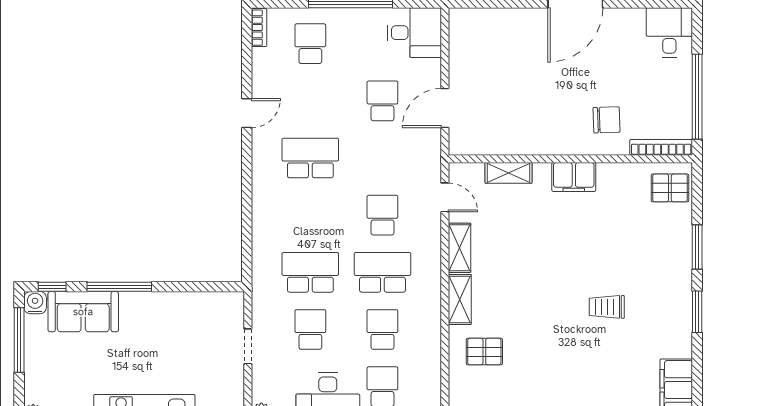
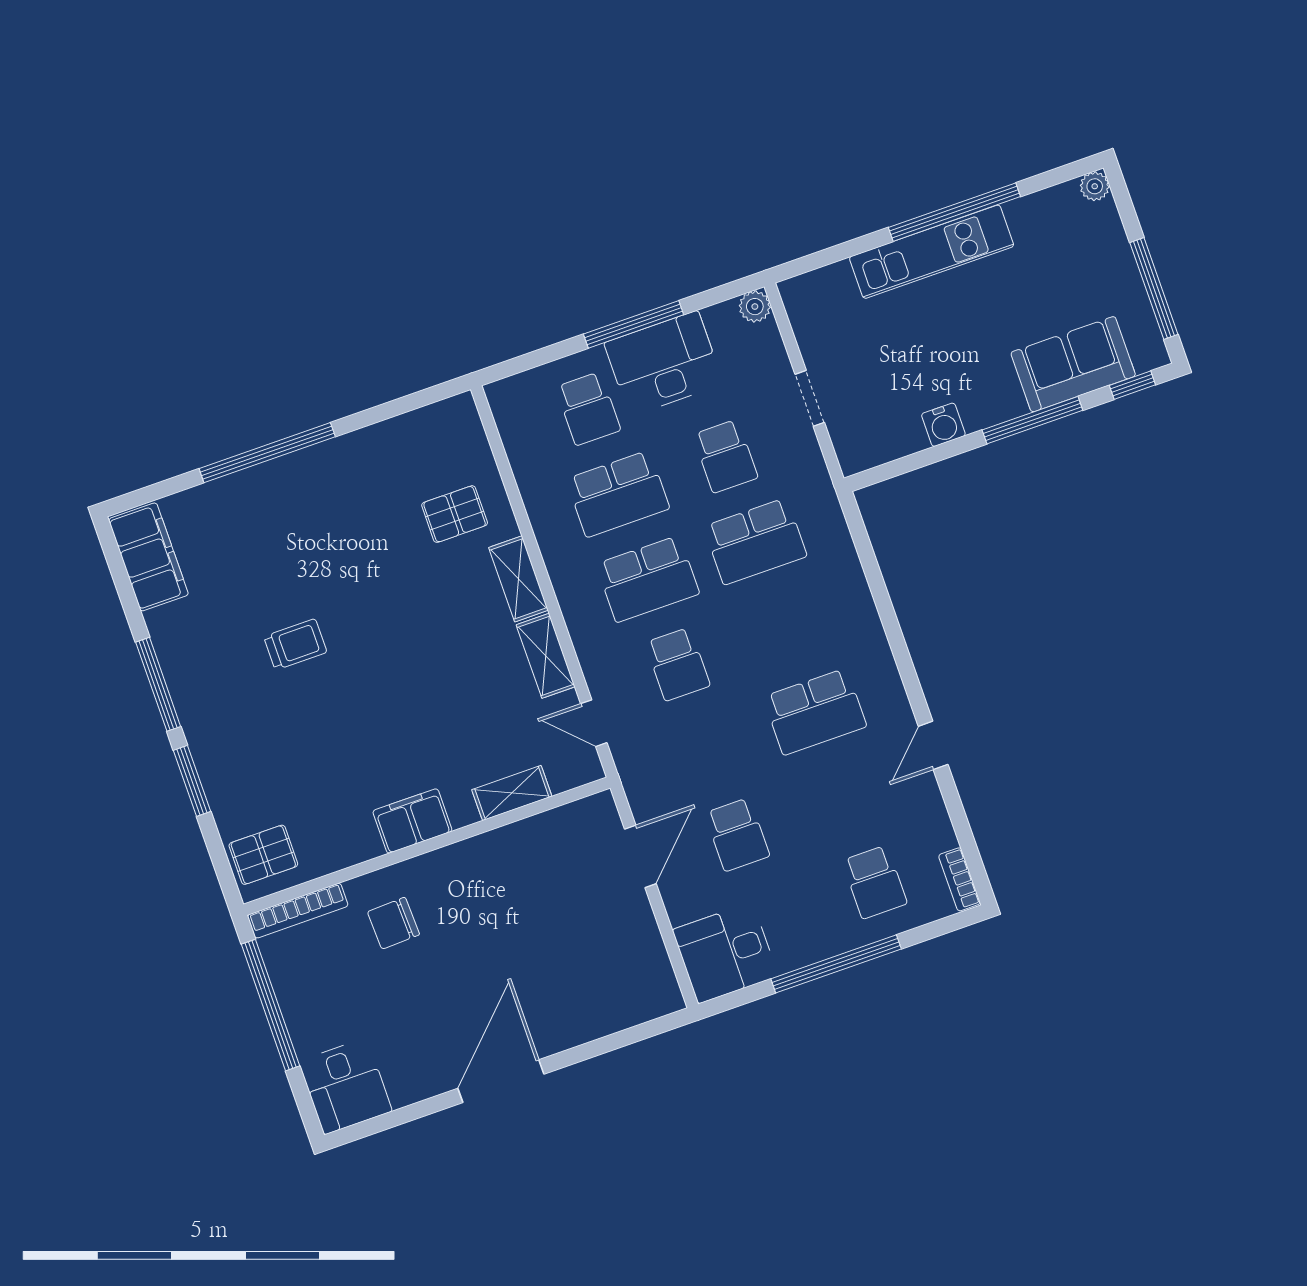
water cooler: (35, 303) -> (943, 425), moved
window: (697, 312) -> (158, 684), width x1.44
school desk: (382, 329) -> (618, 494), width x1.85

